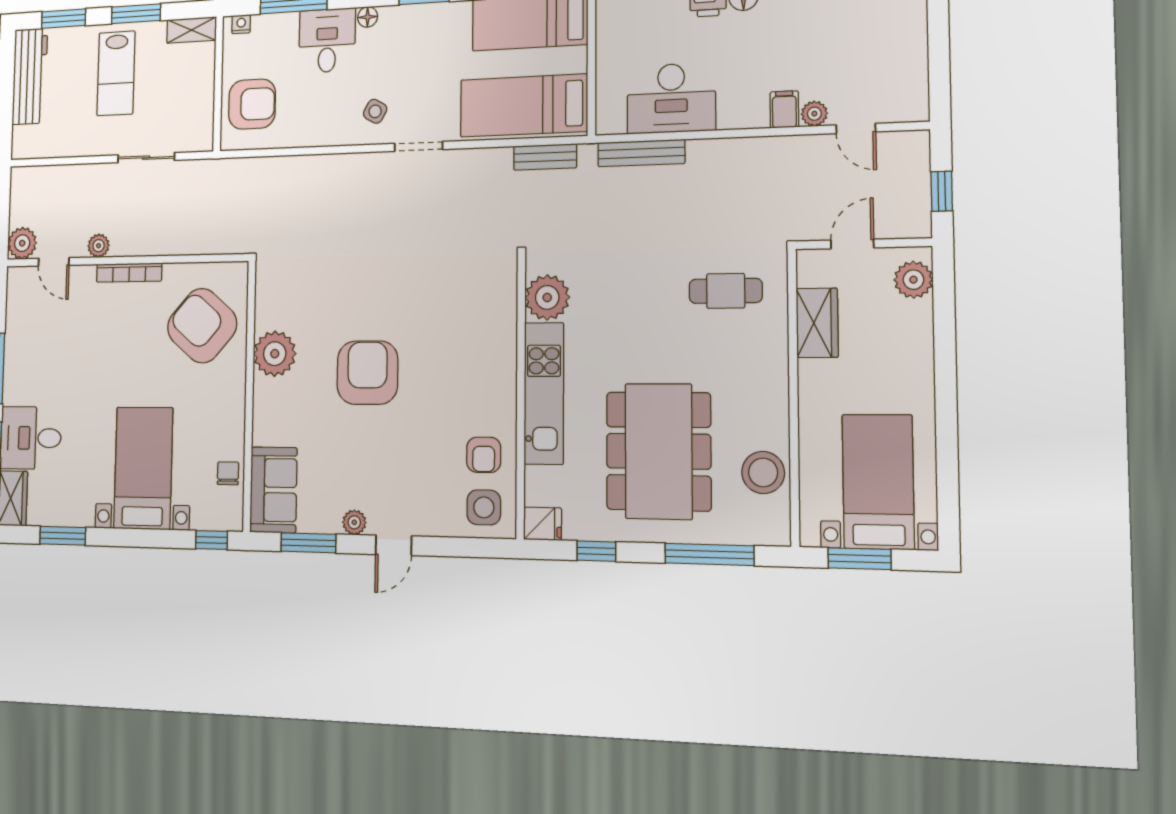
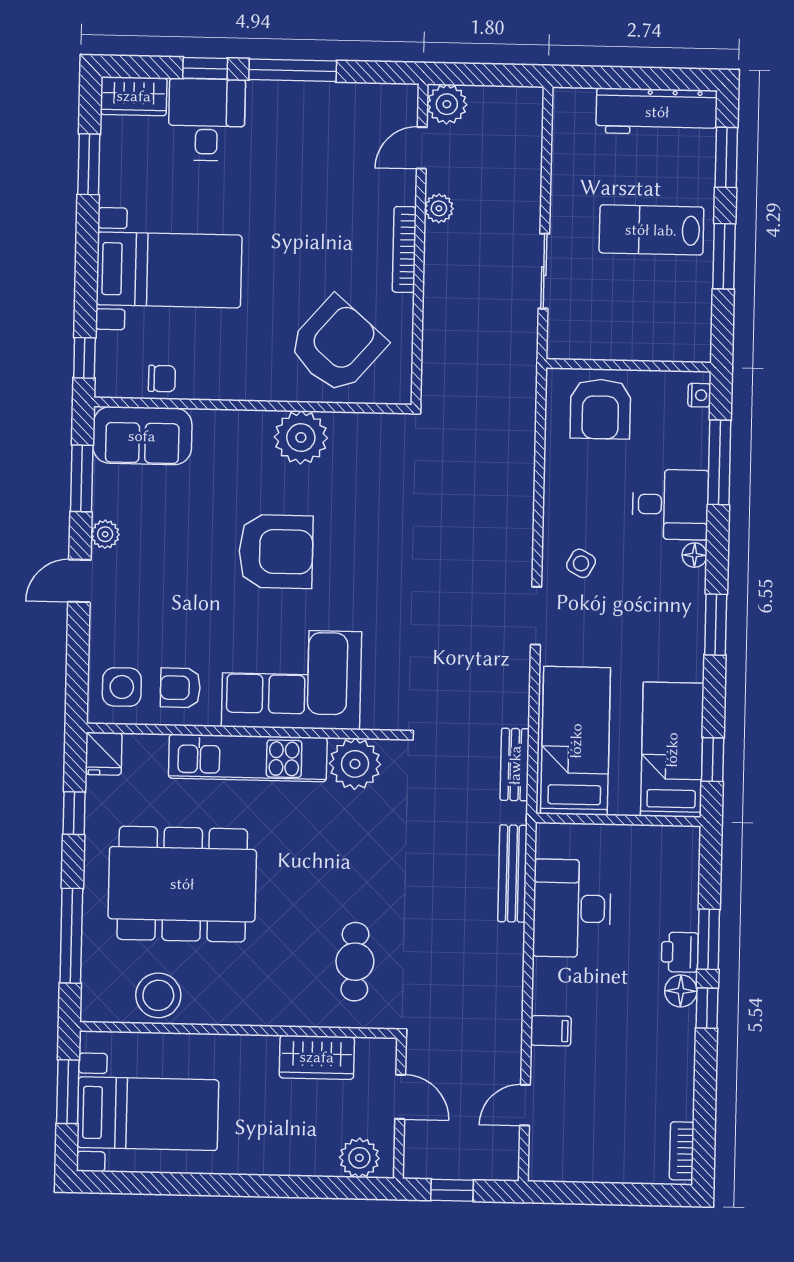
shelving: (192, 30) -> (697, 330), removed
plant: (814, 114) -> (544, 1062), removed
corner sofa: (475, 356) -> (292, 679), added
door: (394, 545) -> (79, 581), hinge flipped

